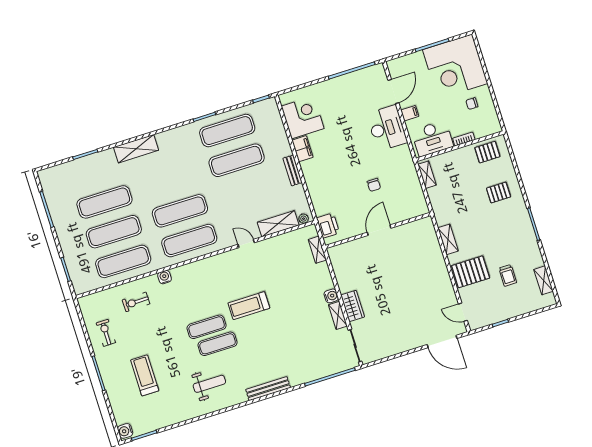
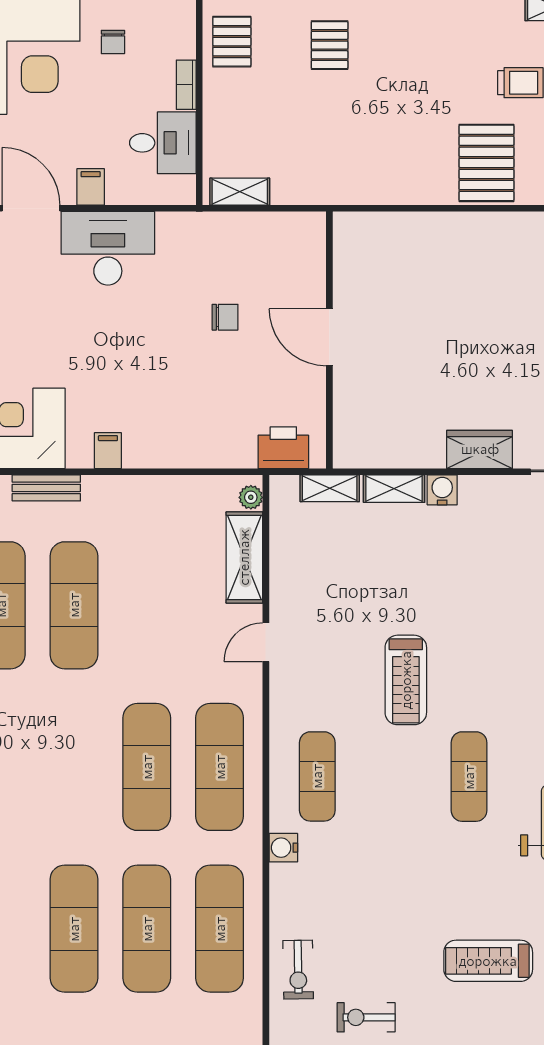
desk: (432, 138) -> (163, 143), width x0.73
filing cabinet: (302, 149) -> (108, 451), width x0.50
bench: (293, 170) -> (46, 488), moved
shelving: (448, 239) -> (398, 190), removed
exercise bike: (136, 302) -> (298, 970), moved
shelving: (338, 315) -> (394, 489), moved
exercise mat: (207, 327) -> (317, 776), moved

